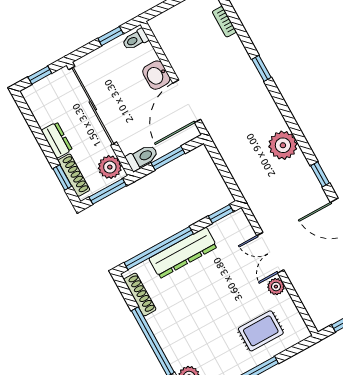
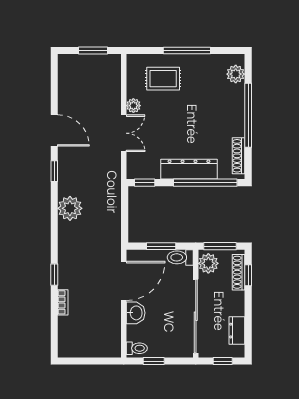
bookcase: (224, 22) -> (63, 302), moved
dresser: (57, 140) -> (237, 331), moved

